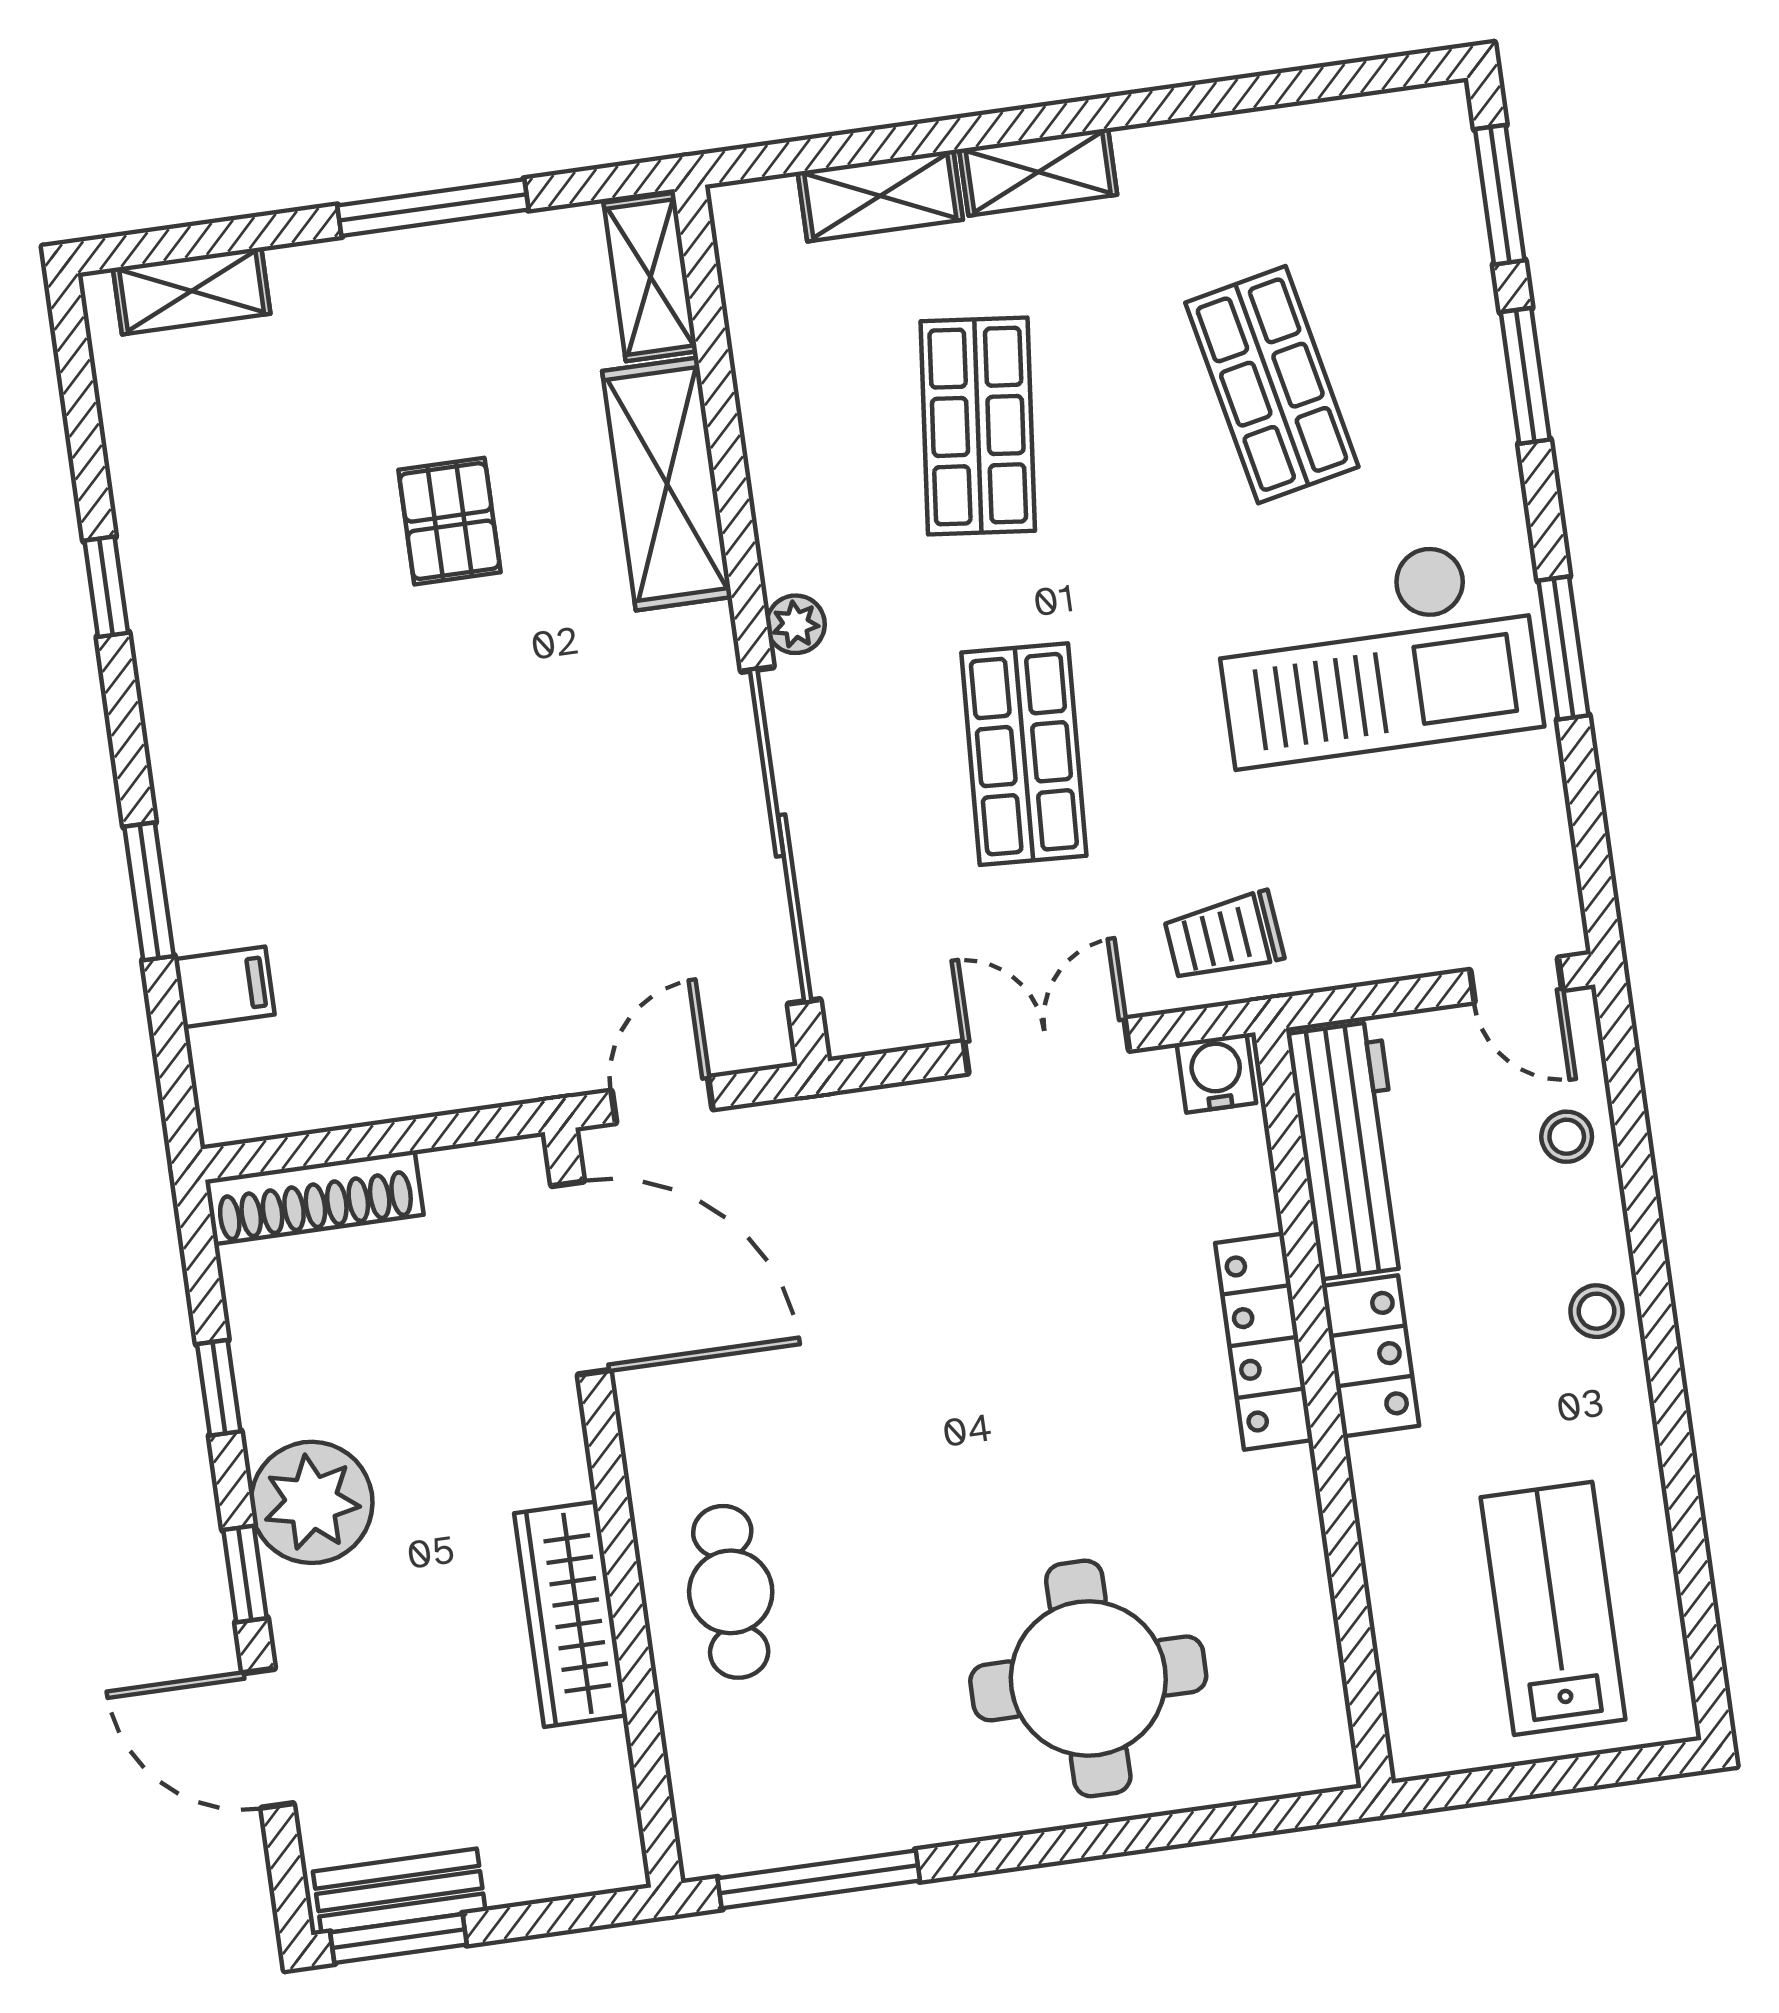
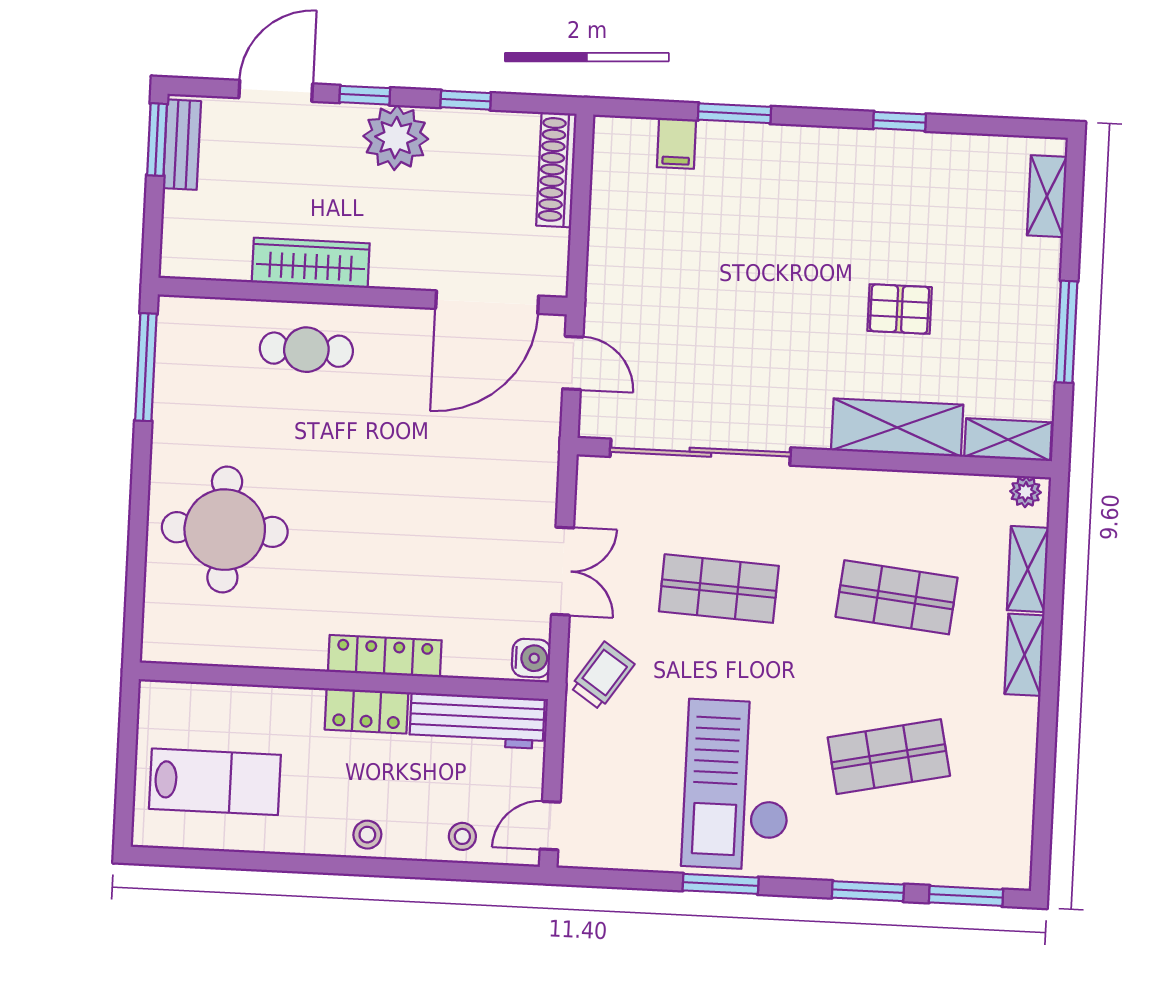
plant: (796, 624) -> (1026, 492), moved
trolley: (1224, 937) -> (602, 676), turned 40

